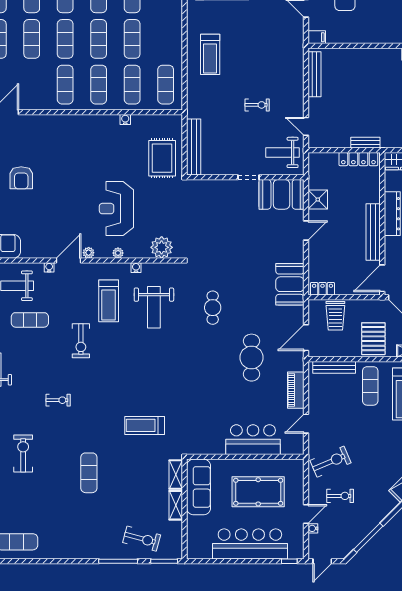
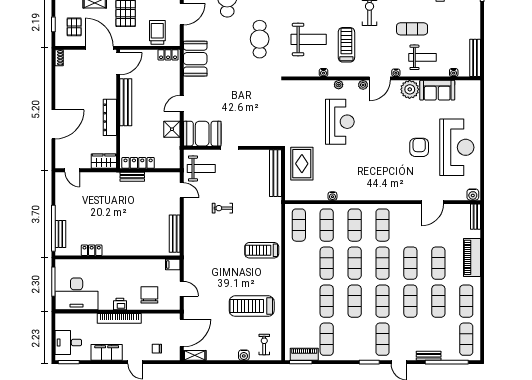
treadmill: (210, 54) -> (262, 250), turned -90
plant: (162, 247) -> (410, 89), moved
weight bench: (154, 307) -> (309, 39), turned 90
cafe table: (213, 308) -> (260, 39), width x1.37, depth x1.35

